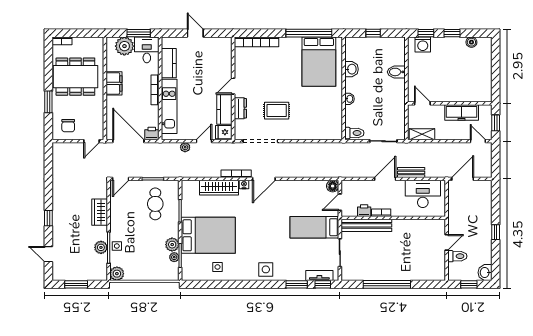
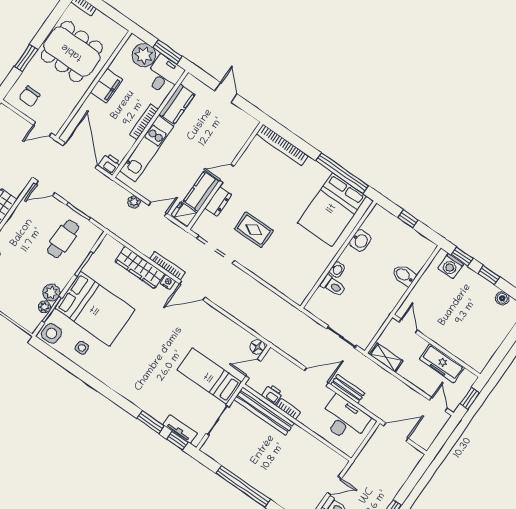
toilet: (354, 133) -> (333, 286), moved
side table: (266, 269) -> (51, 333), moved

